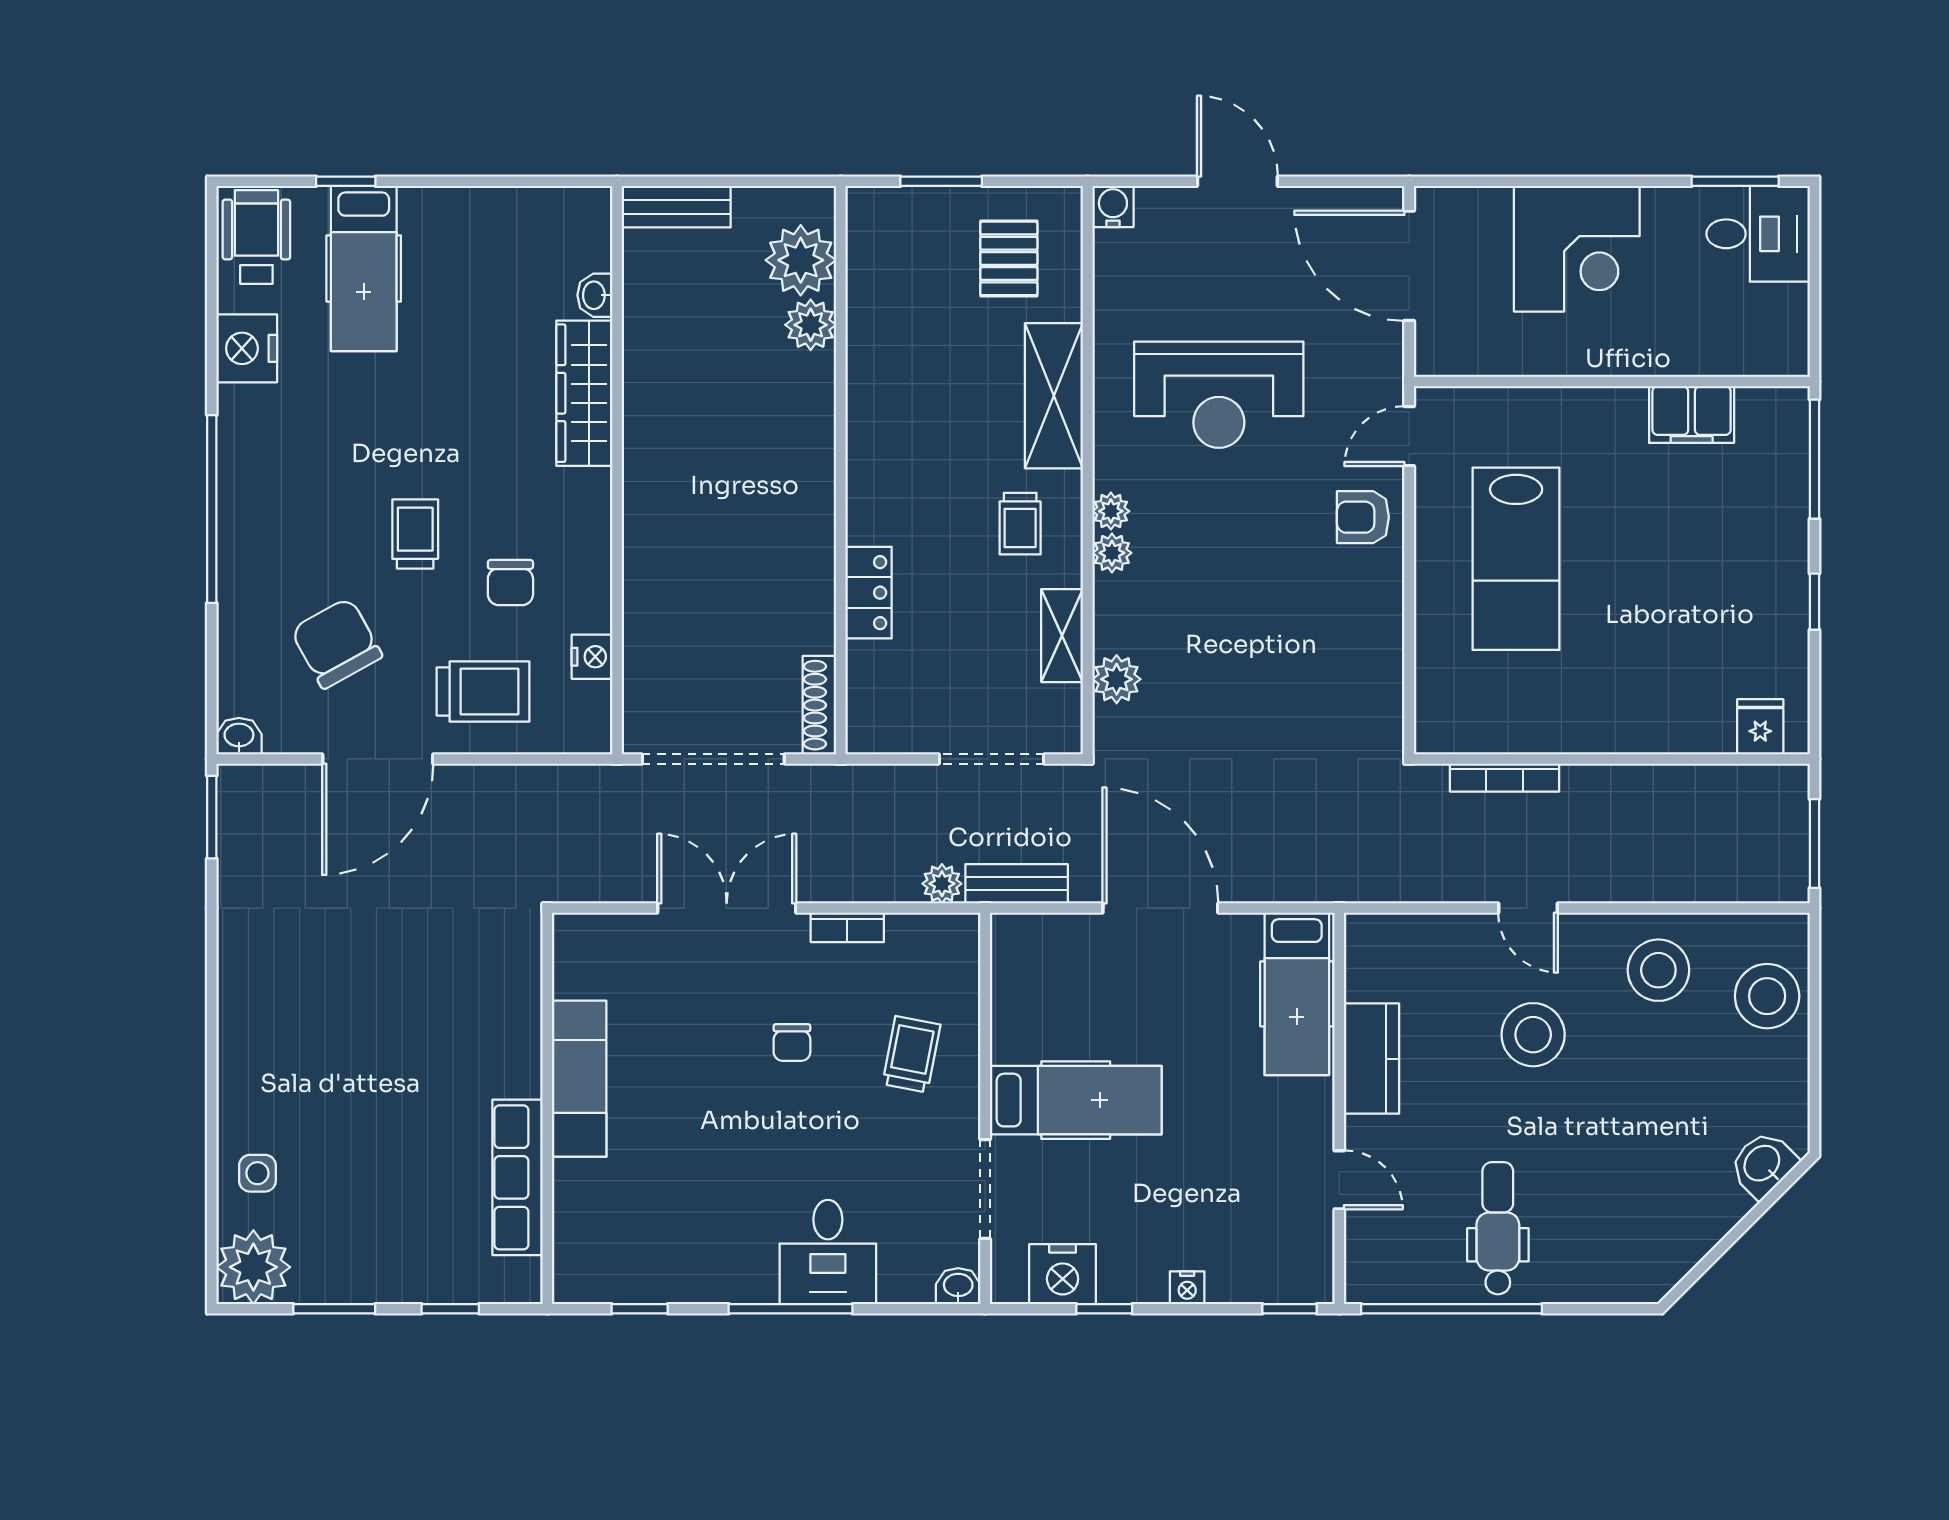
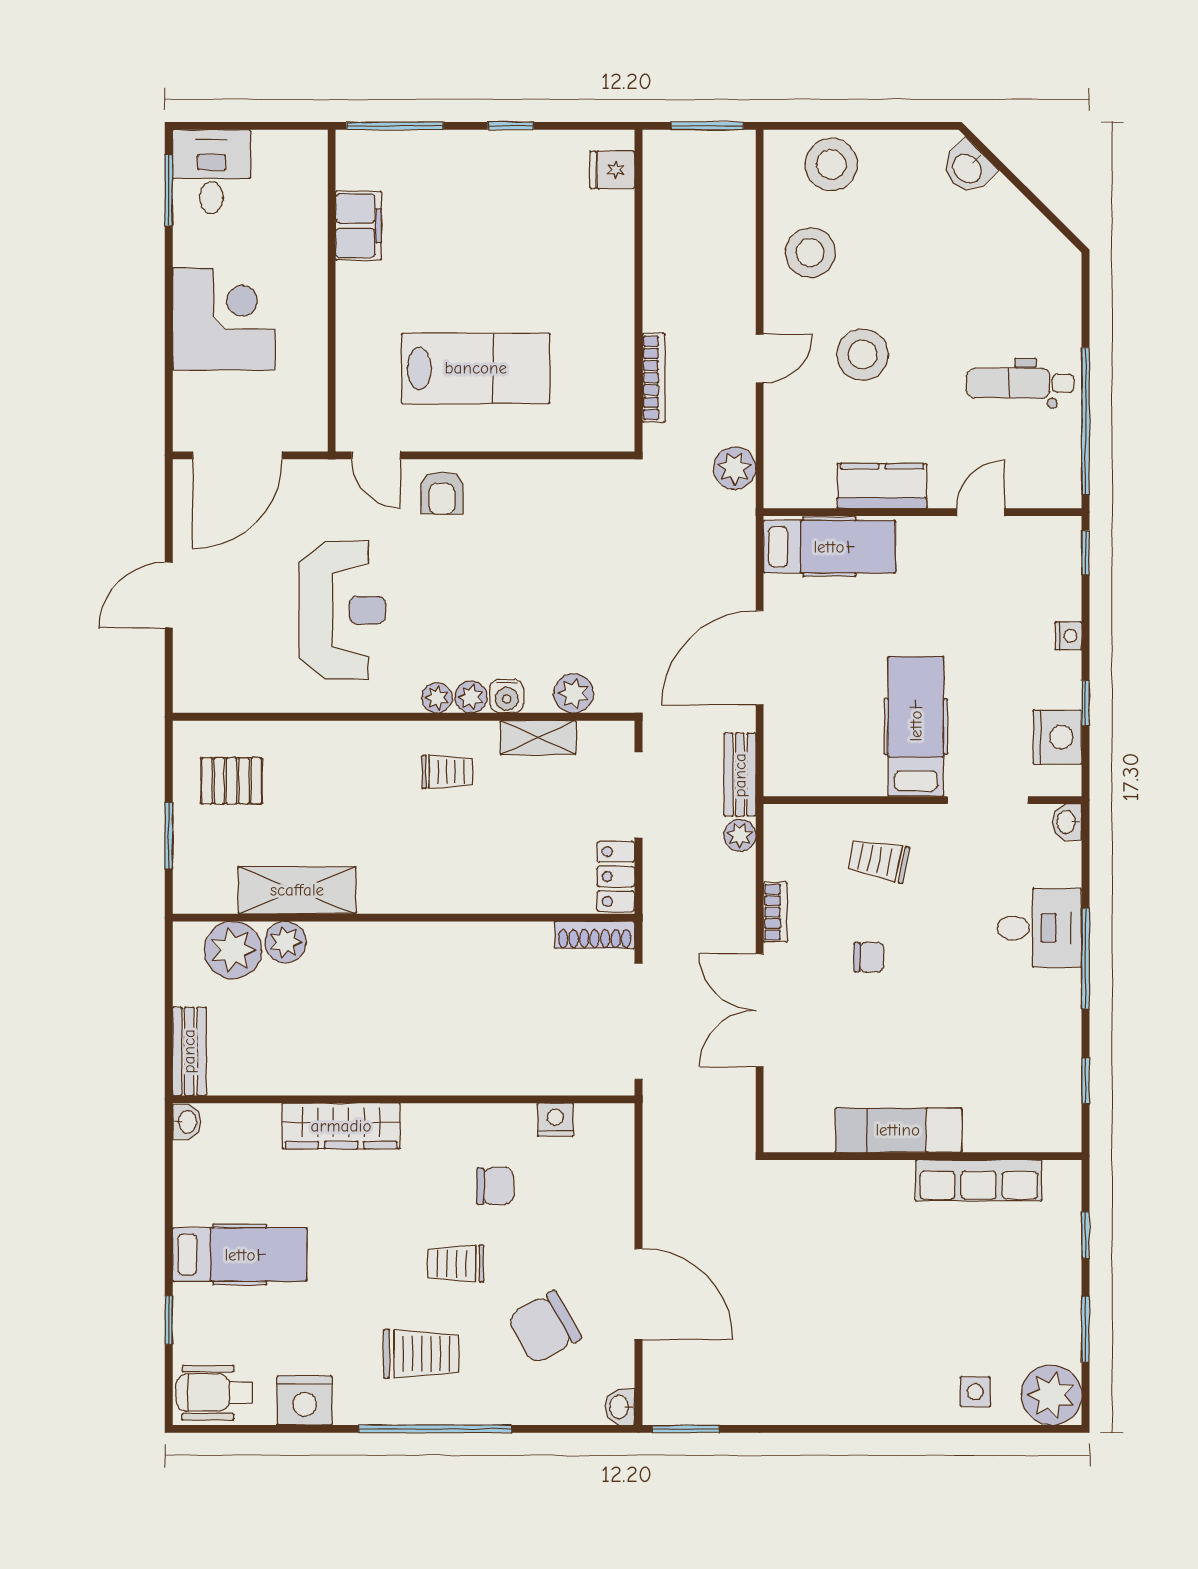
water cooler: (1113, 206) -> (507, 696), moved, turned -90
hospital bed: (364, 268) -> (240, 1255), moved
washbasin: (595, 295) -> (187, 1122), moved, turned -90
shelving: (1054, 396) -> (297, 890), moved
locker: (869, 593) -> (616, 877), moved, turned -90
trolley: (483, 692) -> (421, 1354), moved, turned 90
plant: (1393, 877) -> (735, 468), added

